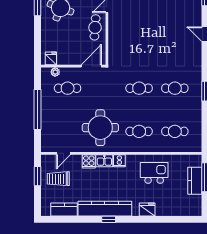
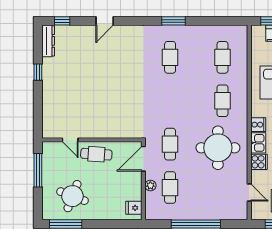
door: (91, 66) -> (143, 159), hinge flipped
plant: (55, 72) -> (150, 185), moved
cafe table: (139, 88) -> (170, 144), moved

